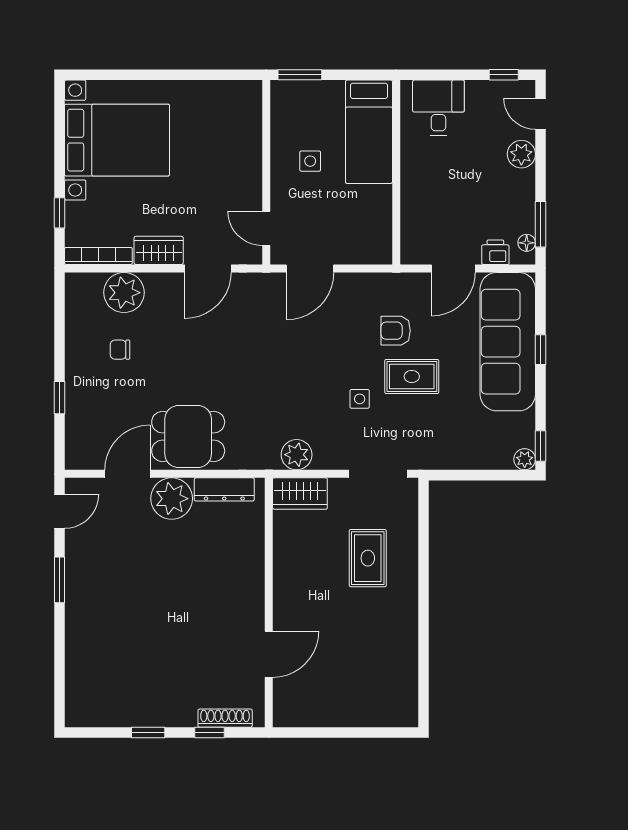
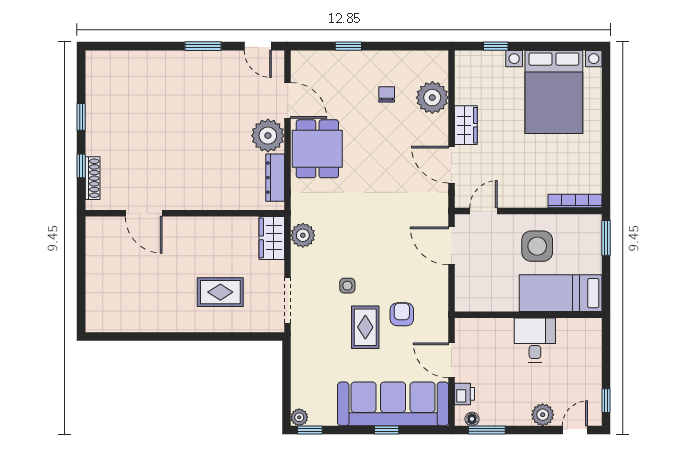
desk: (438, 108) -> (535, 340), moved, turned -90
side table: (310, 161) -> (537, 246), width x1.87, depth x1.87
bookcase: (98, 256) -> (575, 201), moved, turned -90

